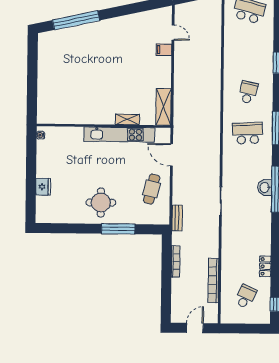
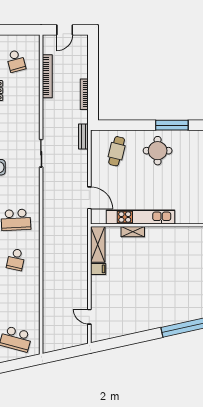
filing cabinet: (164, 50) -> (98, 269), moved
cafe table: (152, 189) -> (117, 151), moved
window: (118, 229) -> (172, 125), moved
school desk: (246, 297) -> (16, 61), turned -39

